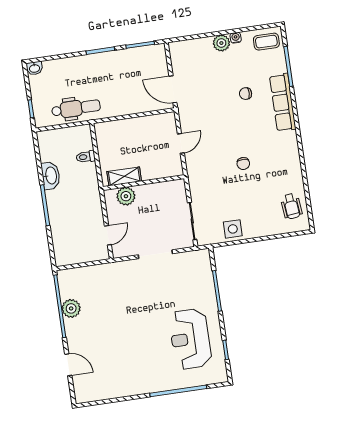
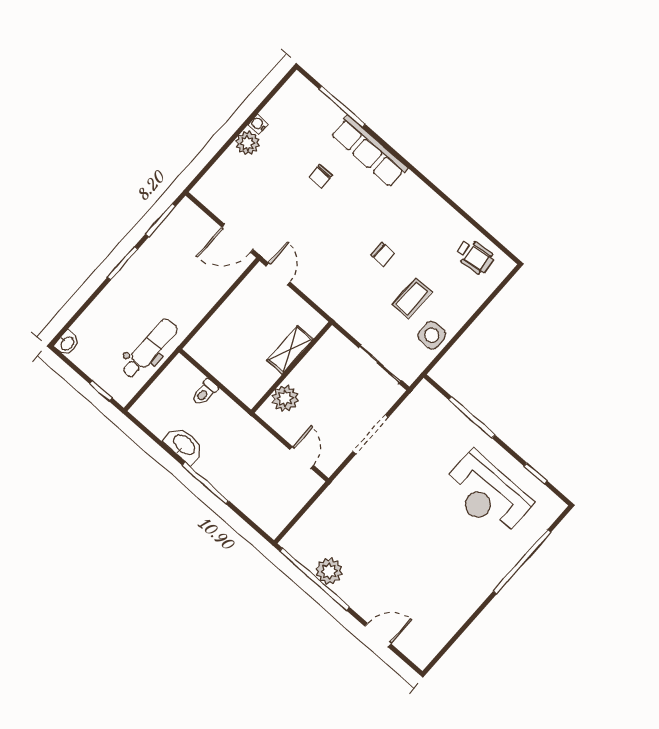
coffee table: (266, 42) -> (412, 298), moved
door: (181, 143) -> (278, 274), moved
shelving: (124, 176) -> (290, 350), moved

